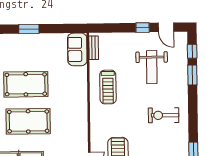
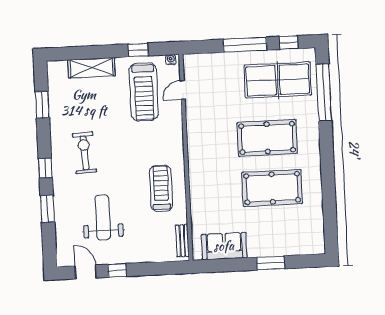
sofa: (77, 49) -> (224, 246), moved, turned -90
window: (192, 51) -> (45, 168), moved
exercise bike: (164, 115) -> (84, 153), turned -93

